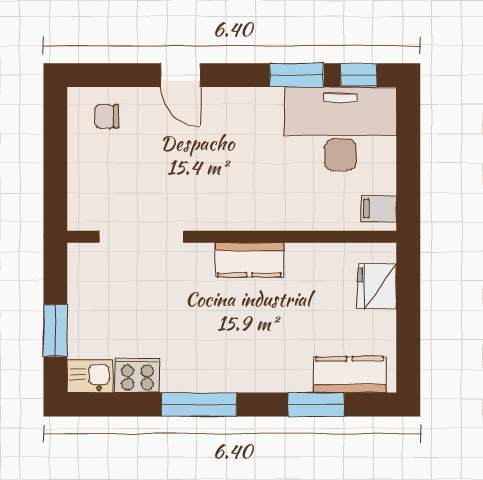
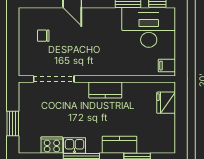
chair: (107, 116) -> (43, 36), moved
kitchen counter: (350, 375) -> (119, 145), moved
kitchen sink: (90, 376) -> (75, 145), moved

